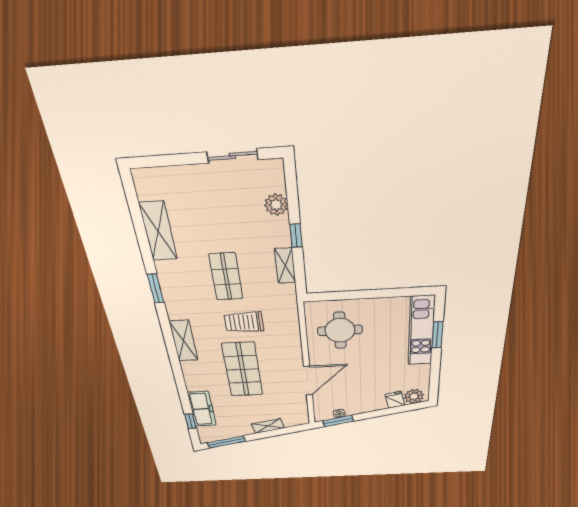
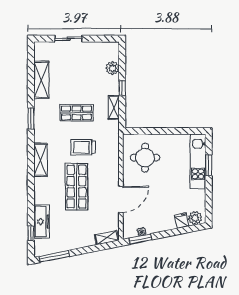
sliding door: (232, 156) -> (68, 39), moved
shop shelf: (226, 277) -> (76, 113), turned 90
shelving: (268, 426) -> (107, 238), moved

